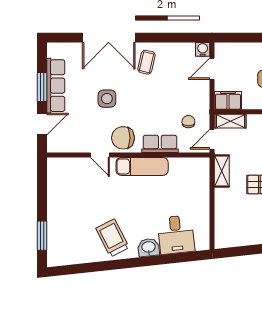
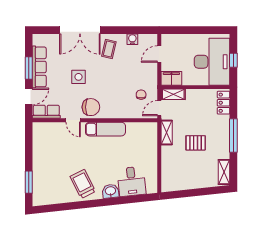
water cooler: (203, 49) -> (132, 39), moved
chair: (123, 138) -> (91, 107), turned 180
row of seats: (160, 144) -> (46, 112), moved

